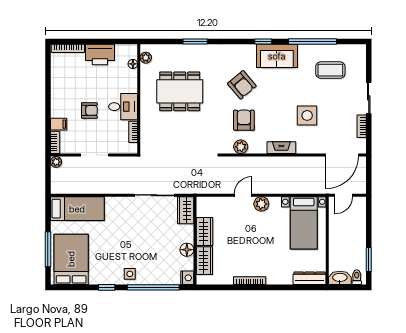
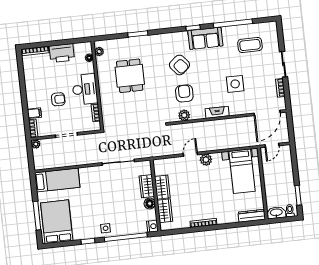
dining table: (180, 91) -> (130, 76), width x0.73
desk: (123, 107) -> (85, 89), width x1.37
wardrobe: (186, 210) -> (147, 186), moved

